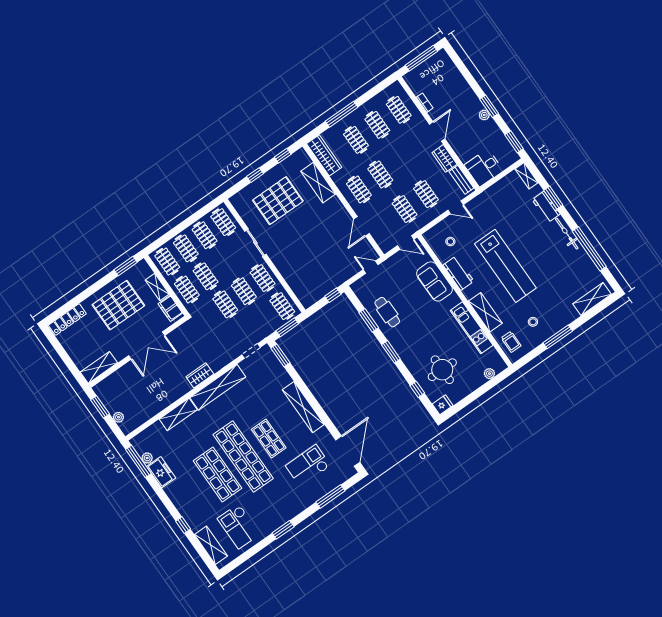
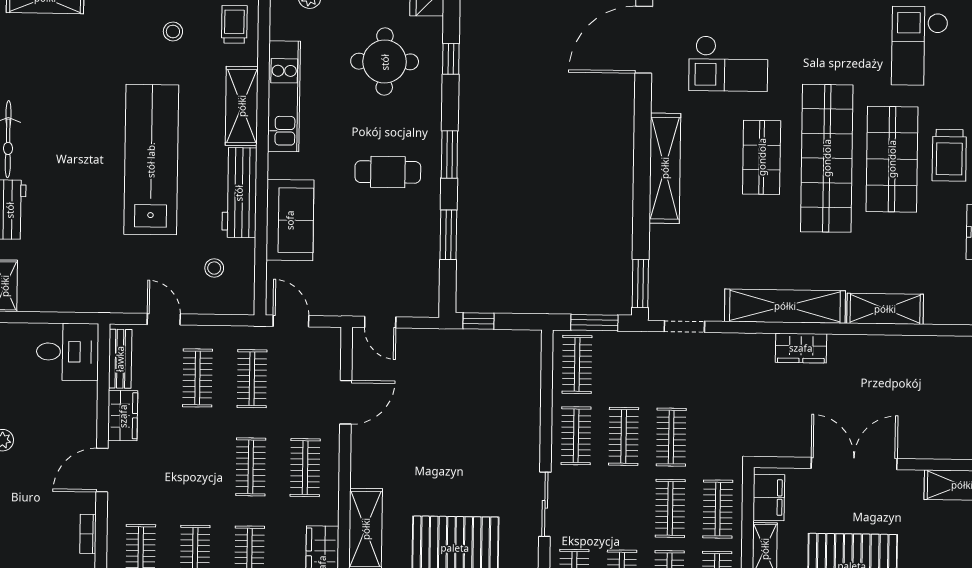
workbench: (458, 273) -> (239, 193), width x1.37
cafe table: (387, 312) -> (388, 172), moved, turned 90
trolley: (196, 492) -> (949, 155), added
checkout: (239, 526) -> (920, 46), turned 180

